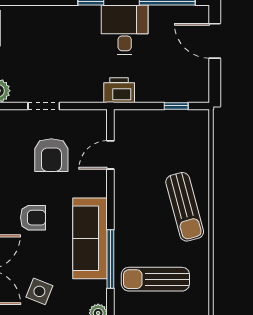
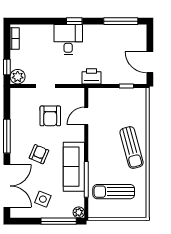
desk: (125, 30) -> (68, 40), moved
door: (215, 41) -> (150, 62), moved
armchair: (33, 218) -> (39, 154), turned -67

